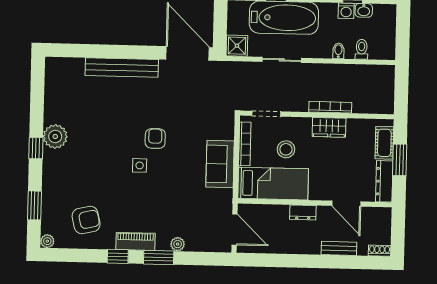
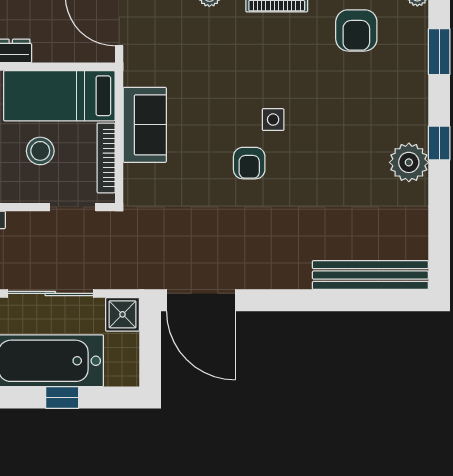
sliding door: (282, 60) -> (50, 293), width x1.37
bench: (122, 68) -> (370, 275), moved
armchair: (86, 220) -> (356, 30), turned -77

